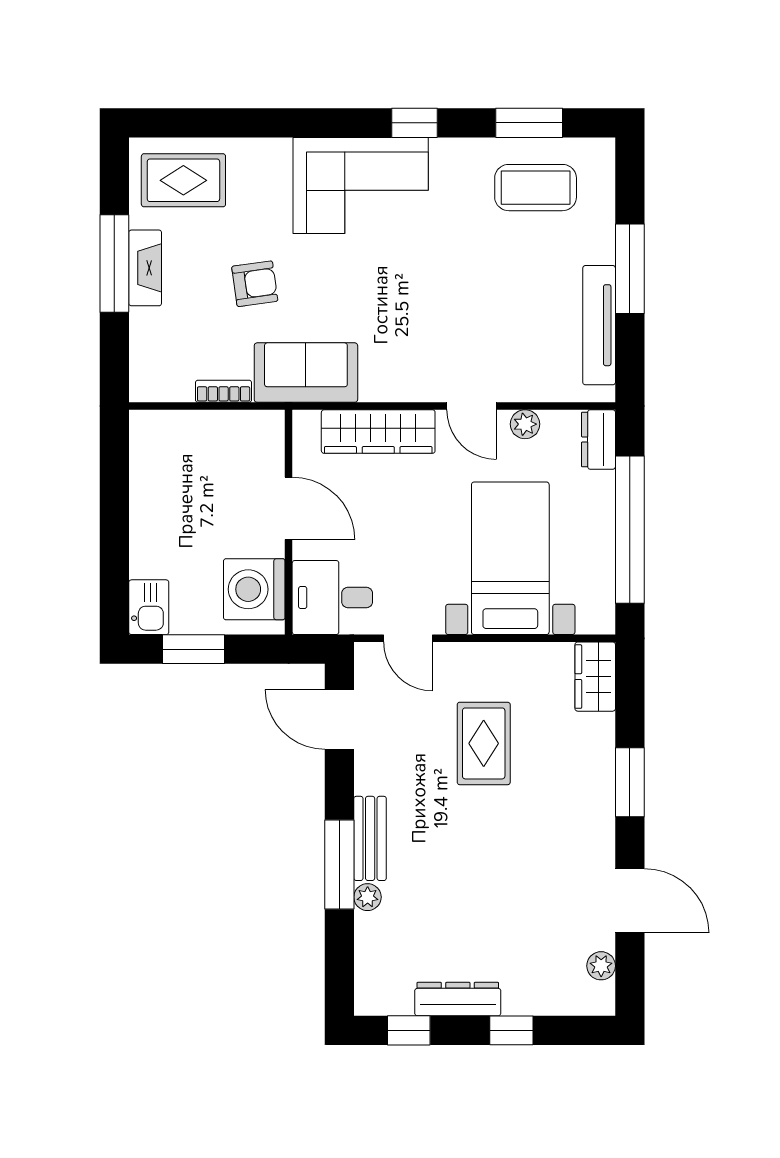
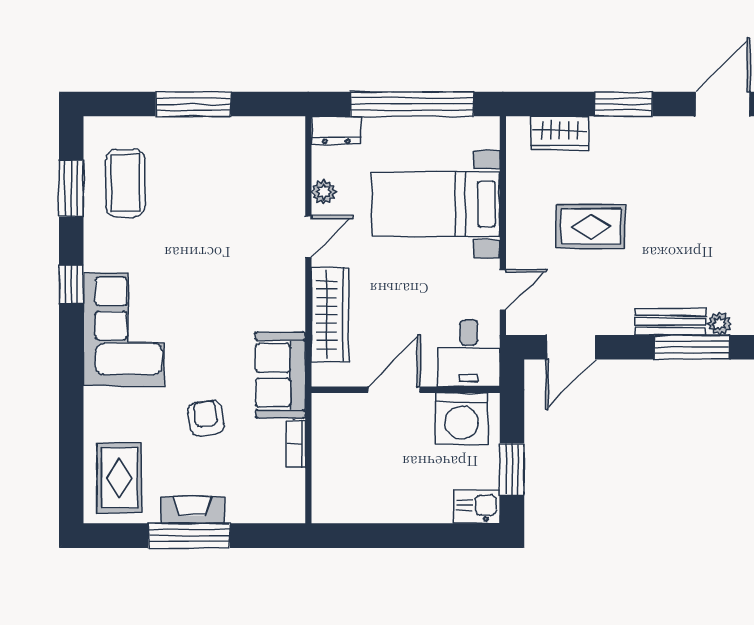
tv unit: (599, 325) -> (241, 130), removed
wardrobe: (595, 677) -> (560, 133), moved

